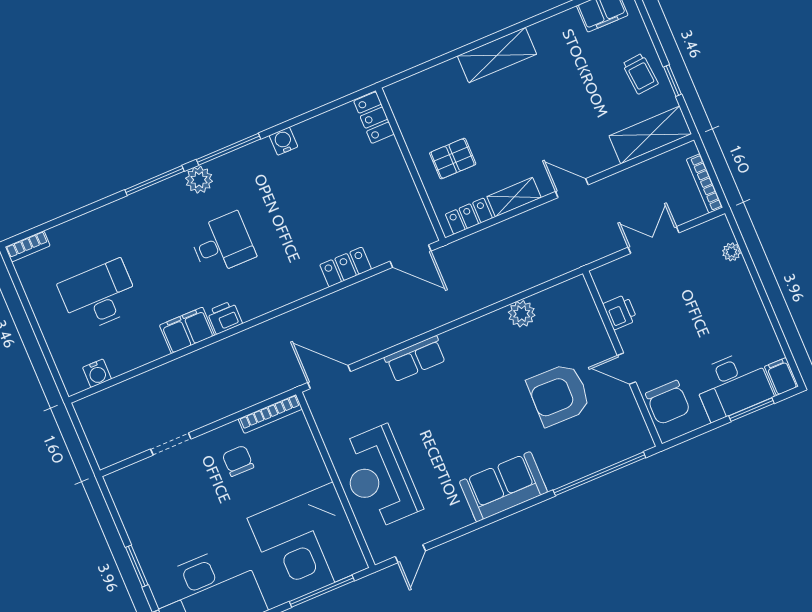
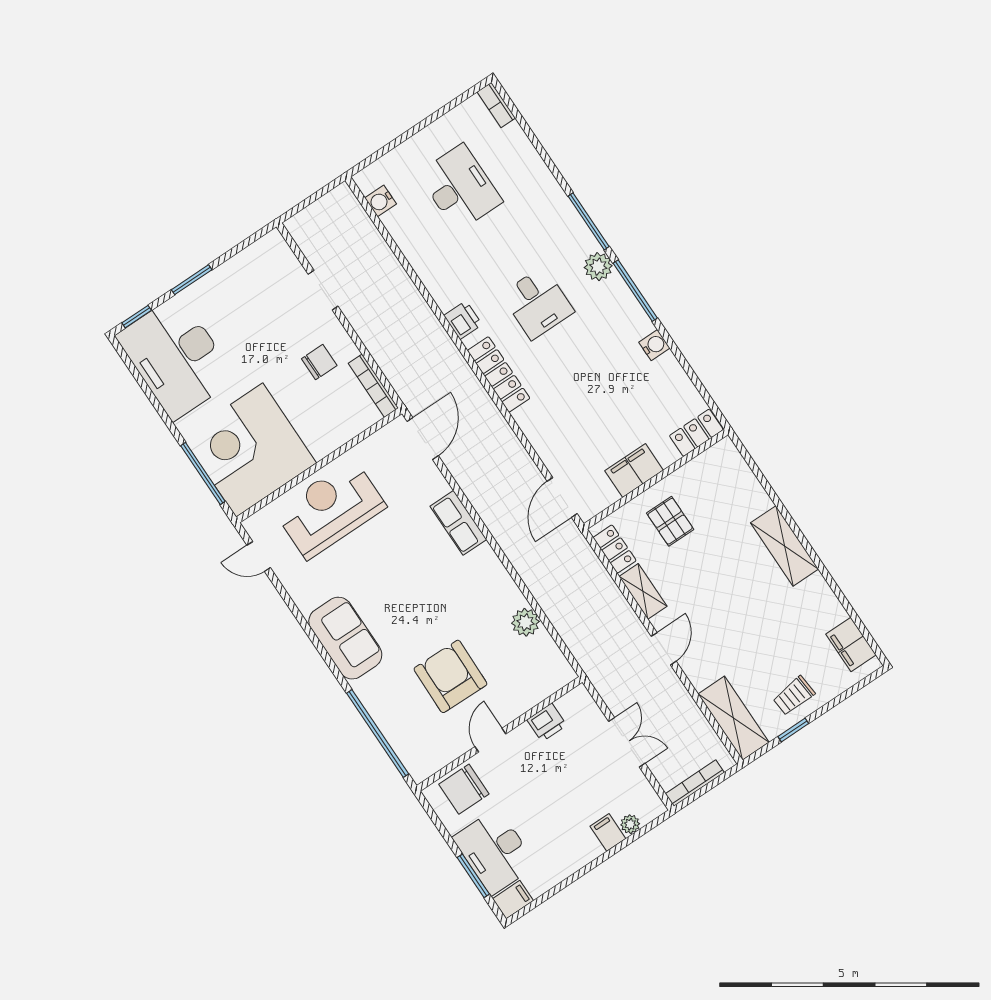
locker: (346, 267) -> (499, 374), moved, width x1.53
filing cabinet: (735, 275) -> (608, 832), added
filing cabinet: (187, 330) -> (634, 471), moved, turned -90

